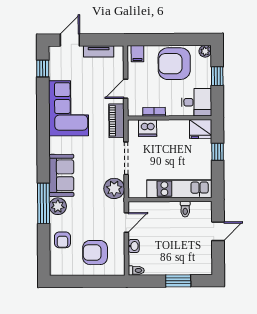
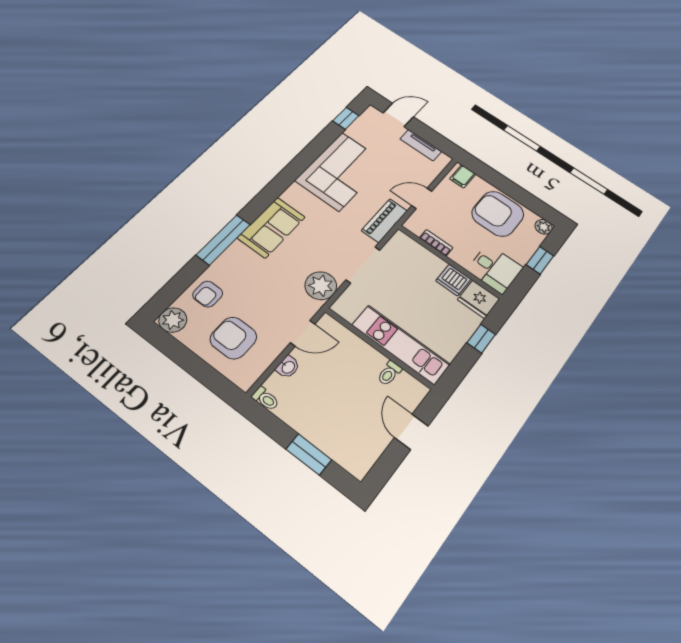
dishwasher: (148, 128) -> (453, 280), moved
plant: (58, 206) -> (173, 320), moved
door: (218, 231) -> (411, 432), swing flipped

